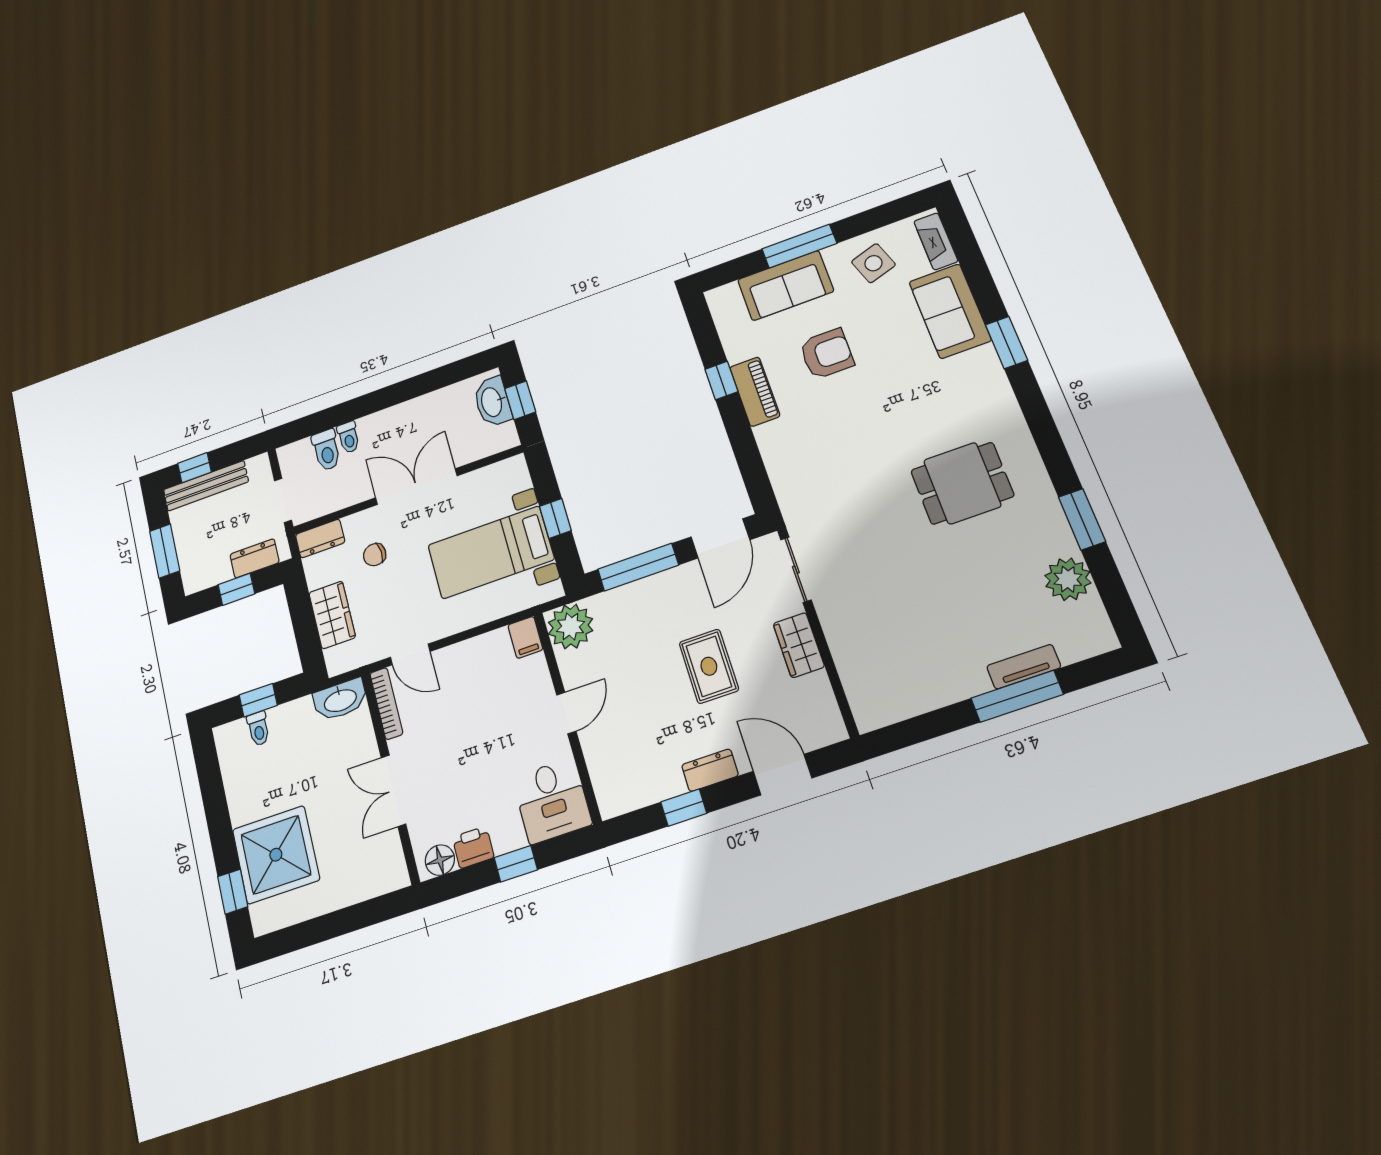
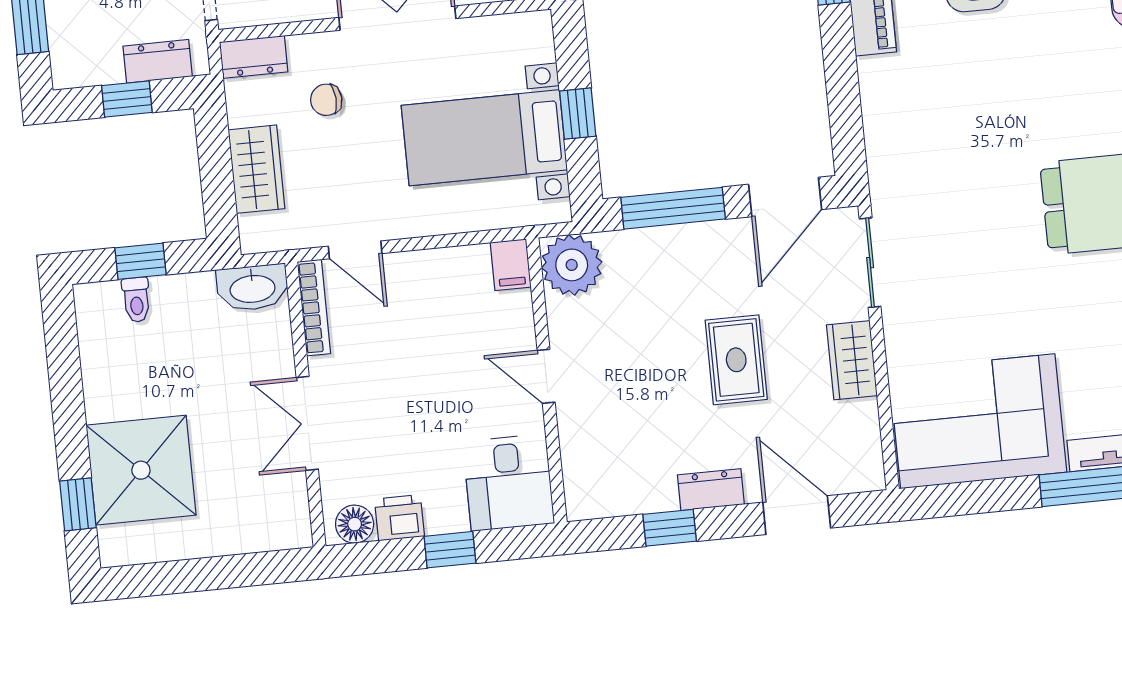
corner sofa: (910, 668) -> (978, 421), added
door: (566, 713) -> (546, 376), swing flipped

